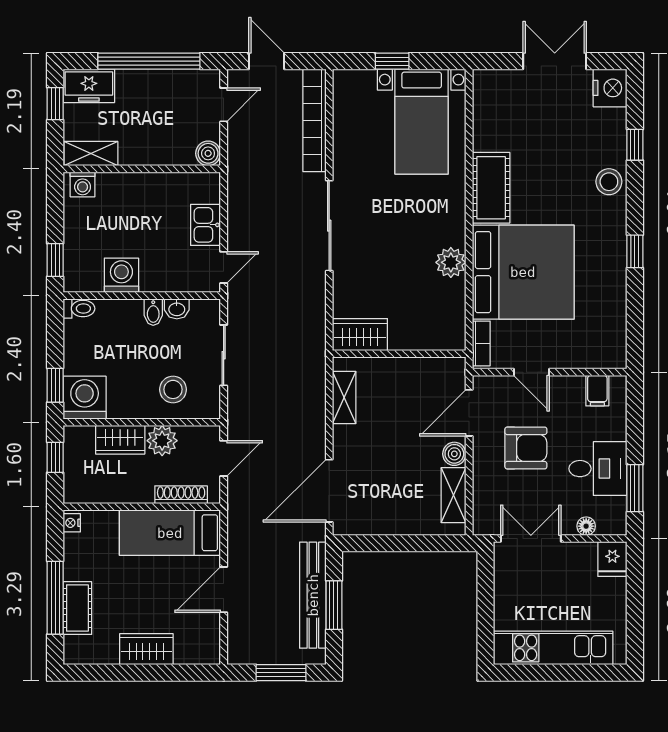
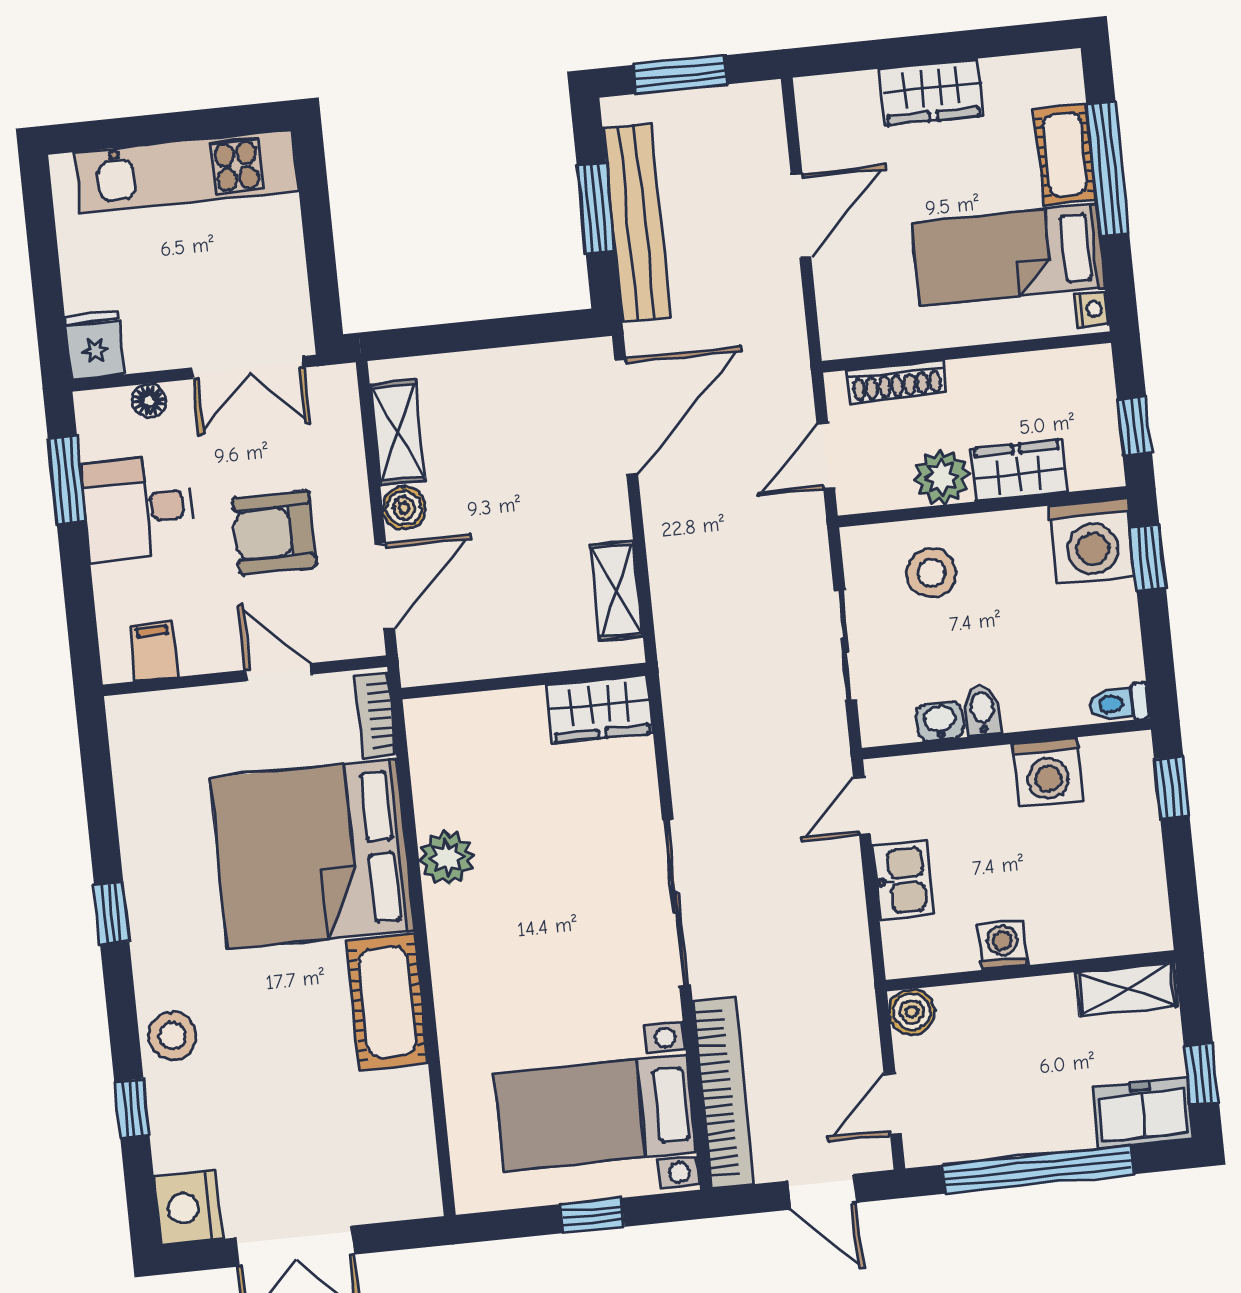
bed with nightstands: (422, 122) -> (595, 1113), moved, turned -90
washing machine: (83, 184) -> (1003, 945), moved
bed: (170, 533) -> (1009, 255), moved, turned 180

